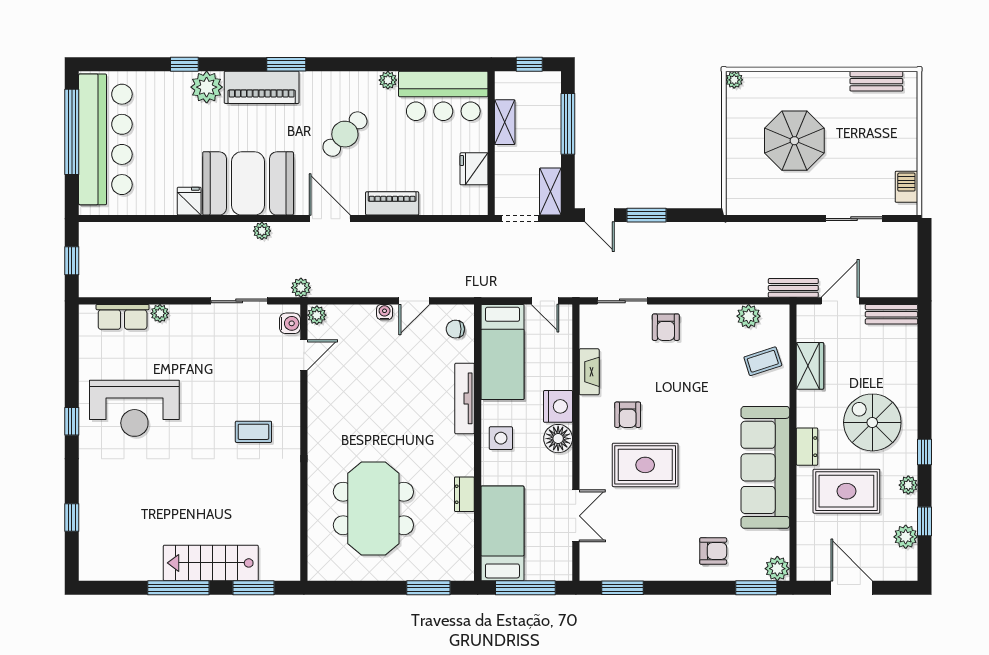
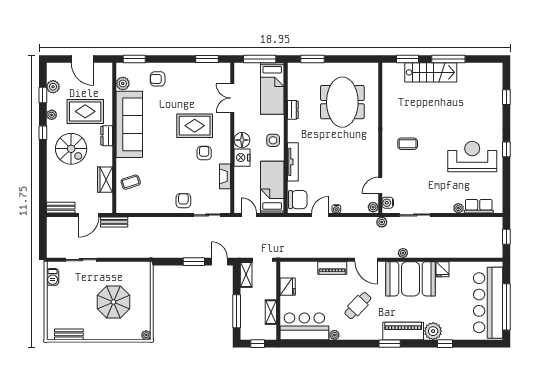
plant: (749, 316) -> (138, 207), removed
chair: (455, 329) -> (298, 200), width x1.87, depth x1.87
plant: (777, 569) -> (123, 83), moved

